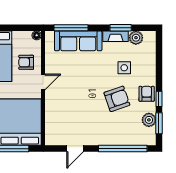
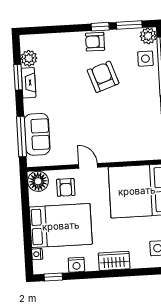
floor lamp: (37, 35) -> (38, 181), width x1.89, depth x1.89
sofa: (78, 41) -> (37, 134), width x0.73
side table: (124, 68) -> (145, 59), moved
plant: (149, 120) -> (148, 36), moved

